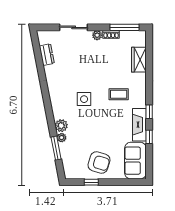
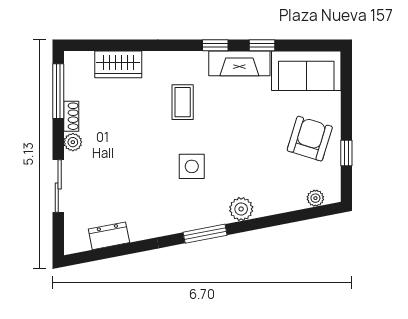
plant: (62, 138) -> (315, 198), moved
window: (56, 148) -> (205, 234), moved

